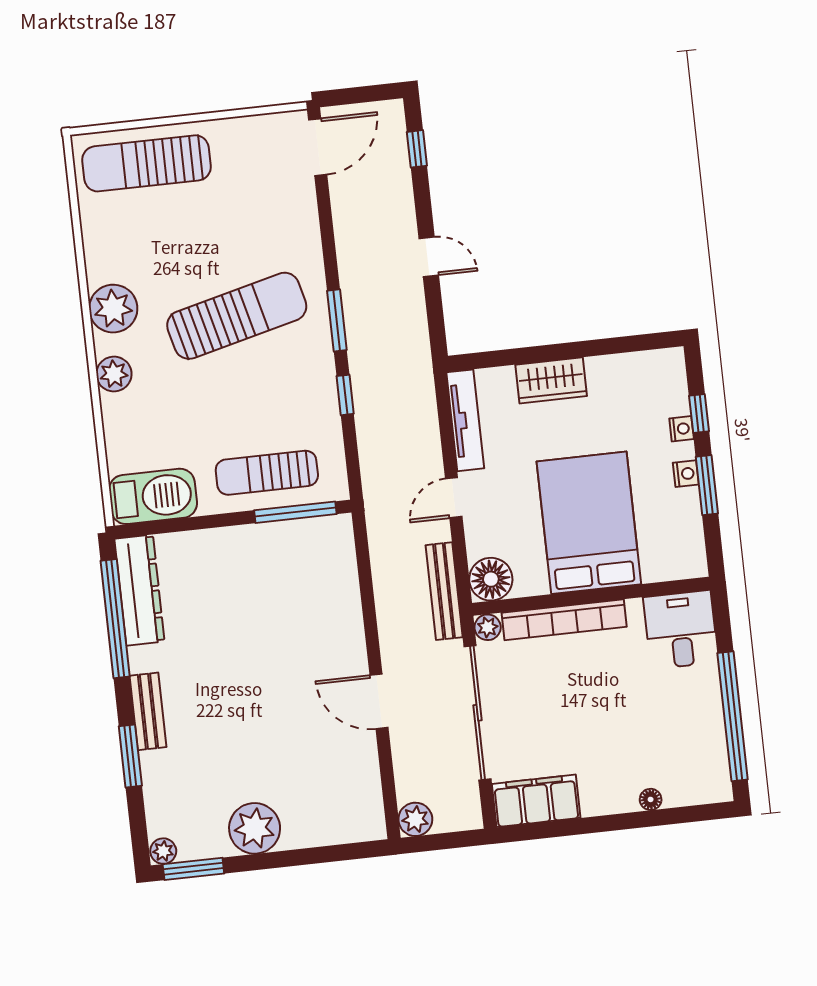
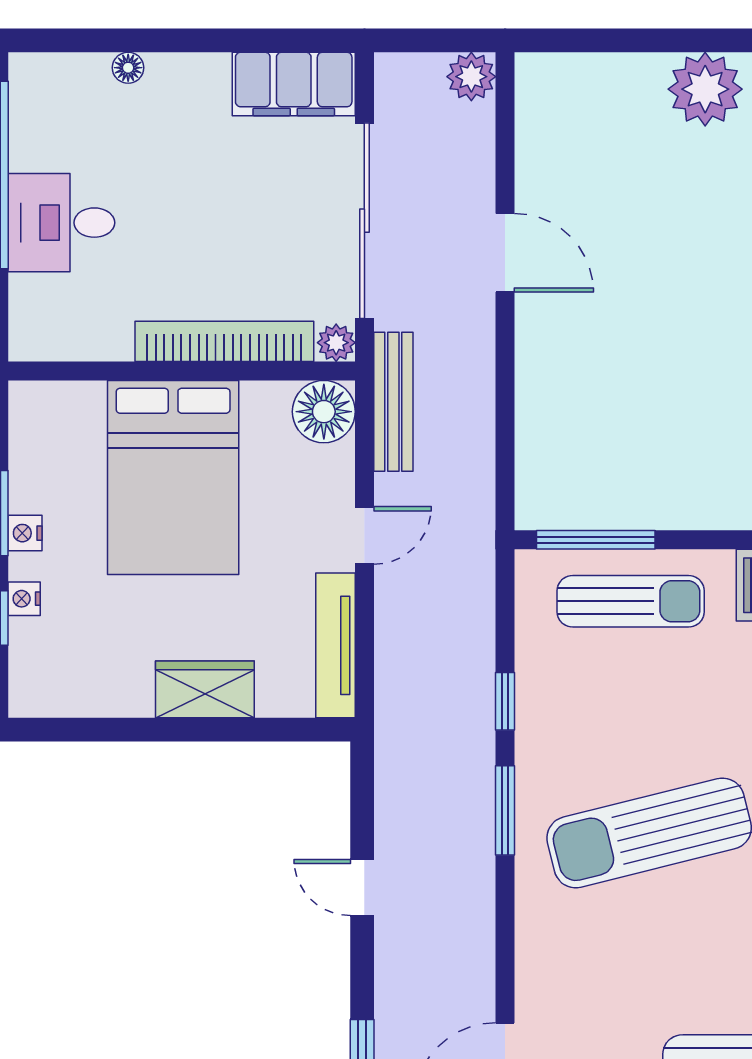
desk: (681, 630) -> (61, 223), moved, turned 90

